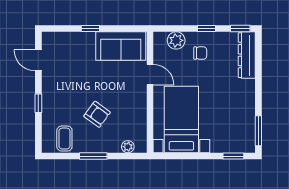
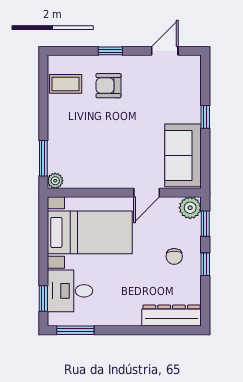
window: (240, 29) -> (205, 224), moved
plant: (176, 40) -> (190, 208), moved
armchair: (97, 114) -> (108, 86), moved, turned 54
desk: (227, 135) -> (70, 291), added
plant: (128, 147) -> (55, 181), moved
window: (93, 156) -> (43, 158), moved

